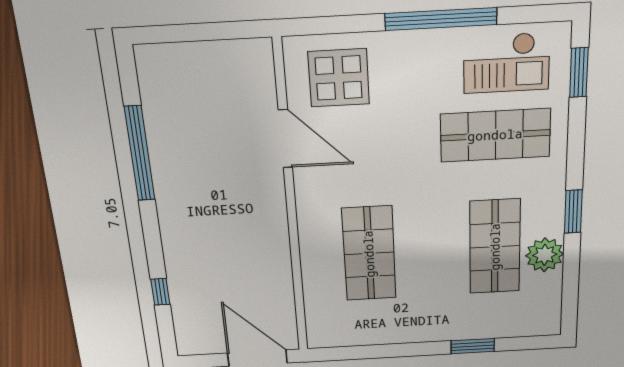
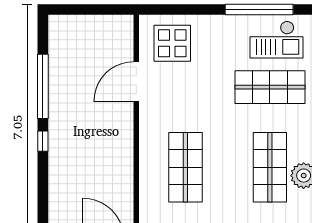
window: (441, 19) -> (259, 9), moved
door: (285, 139) -> (136, 82), swing flipped
window: (160, 292) -> (43, 141), moved

